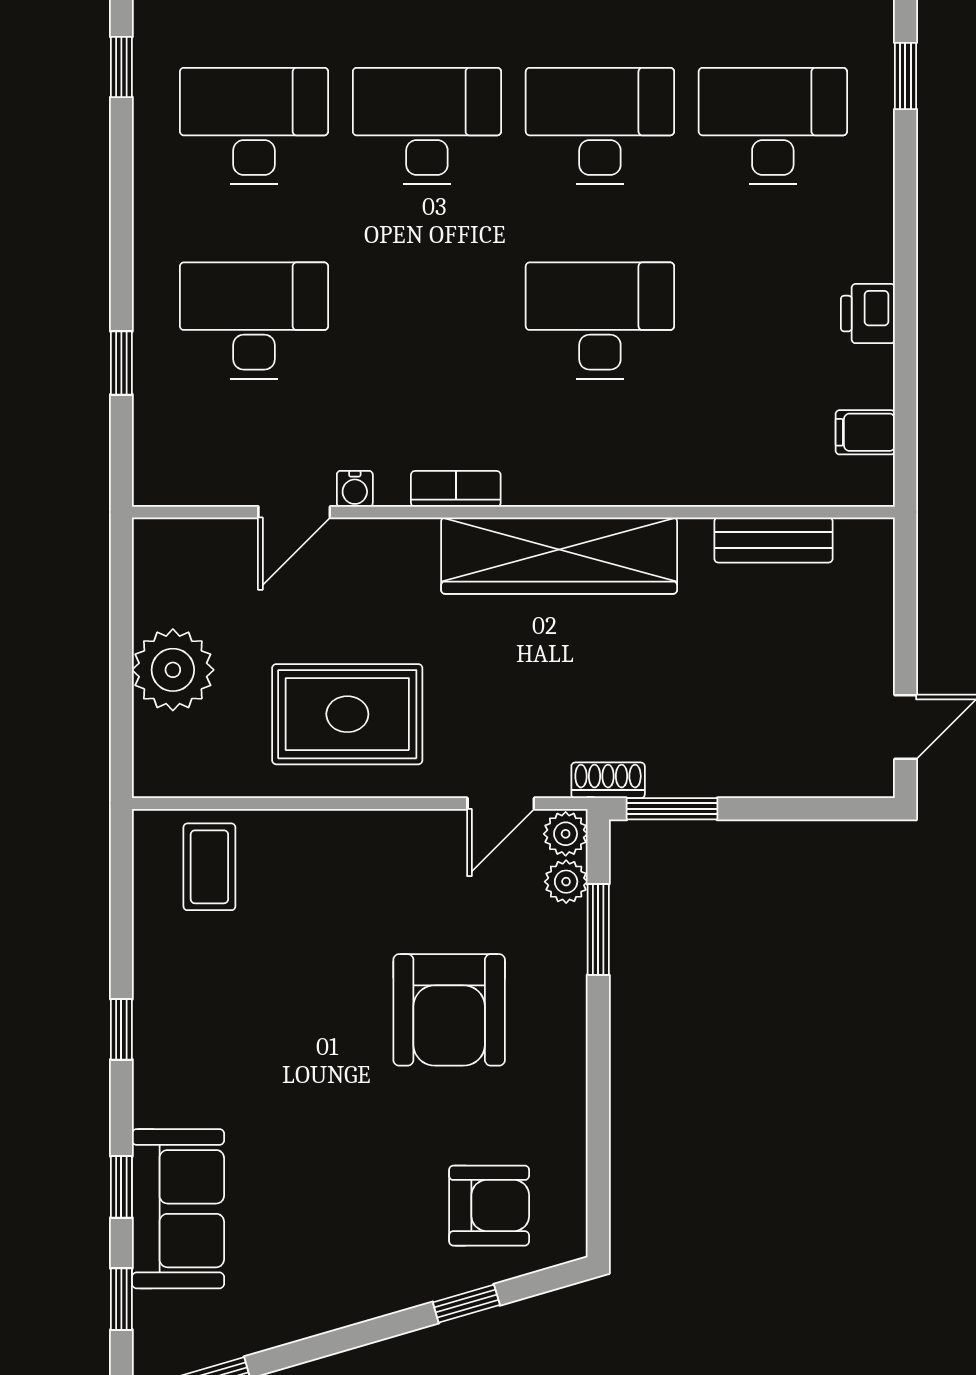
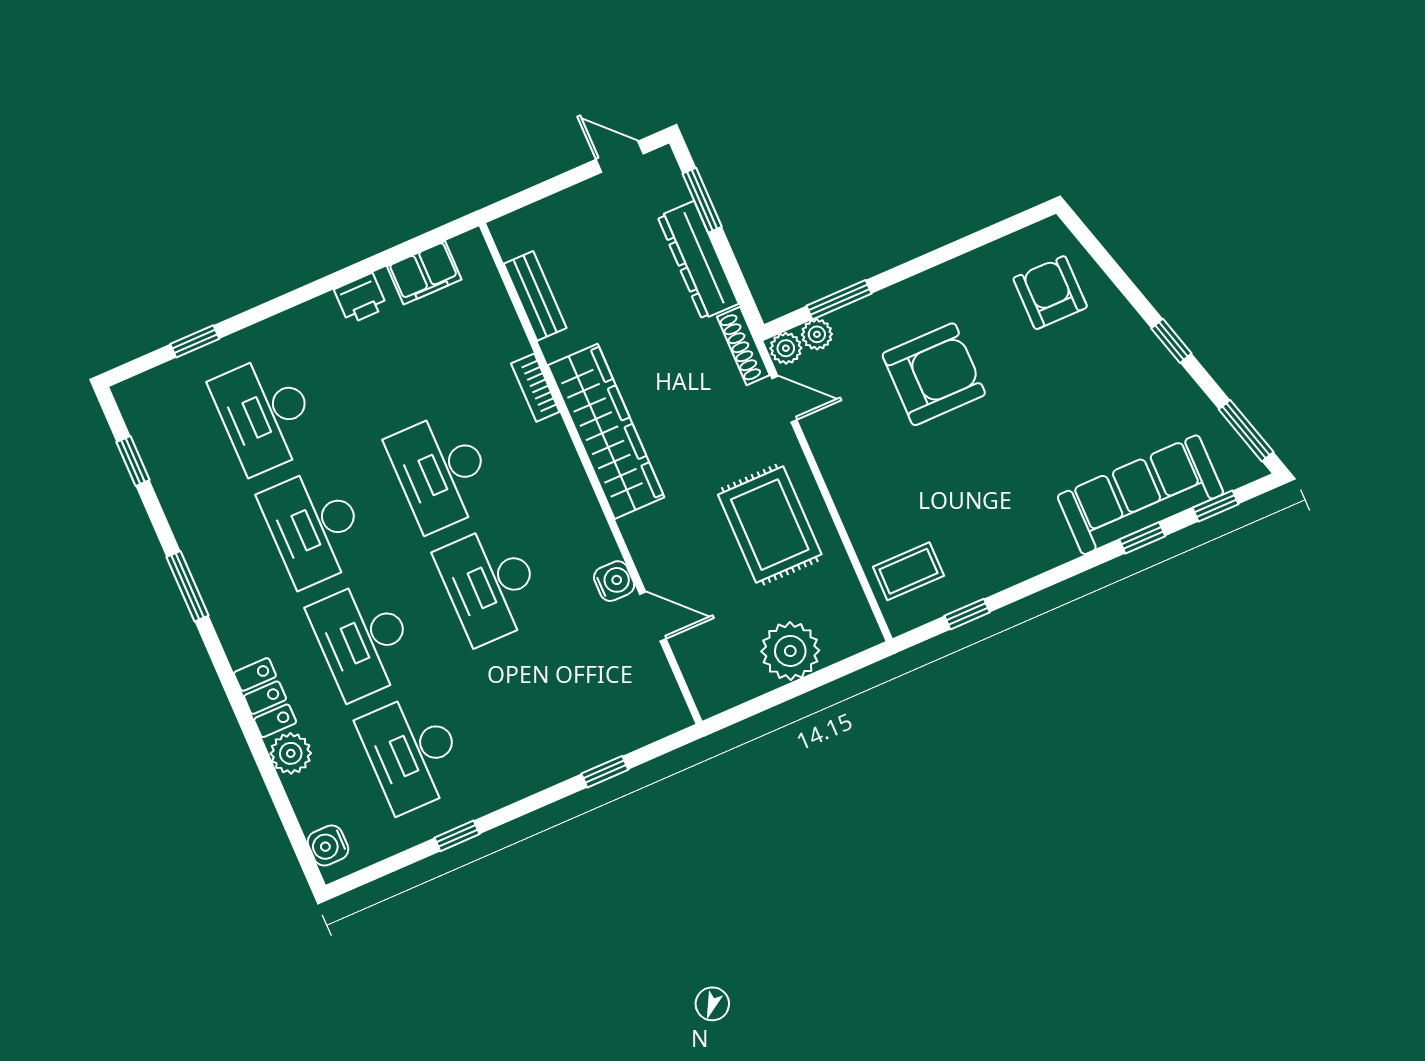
window: (121, 67) -> (457, 836), moved
desk: (254, 321) -> (490, 584), moved
filing cabinet: (865, 432) -> (424, 273), width x2.00
water cooler: (355, 489) -> (614, 581), width x1.38, depth x1.38
bookcase: (456, 489) -> (535, 388), moved
dresser: (728, 770) -> (698, 260), added
shoe rack: (608, 780) -> (743, 346), width x1.43
window: (672, 809) -> (702, 200), moved
window: (121, 1029) -> (967, 614), moved
sofa: (178, 1209) -> (1140, 495), width x1.36
window: (466, 1304) -> (1171, 341), moved

